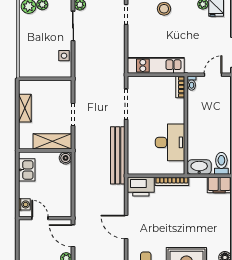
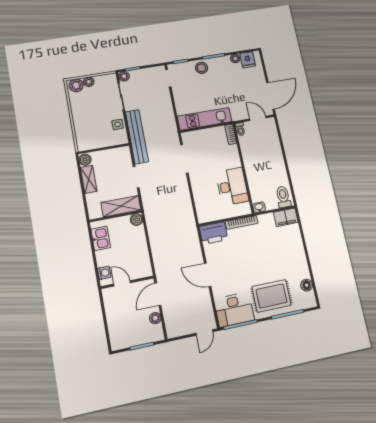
door: (213, 75) -> (258, 118), hinge flipped
boiler: (25, 87) -> (85, 160), added
bench: (118, 155) -> (137, 137), moved
washbasin: (199, 167) -> (259, 207), width x0.52, depth x0.69
door: (73, 236) -> (158, 294), hinge flipped

